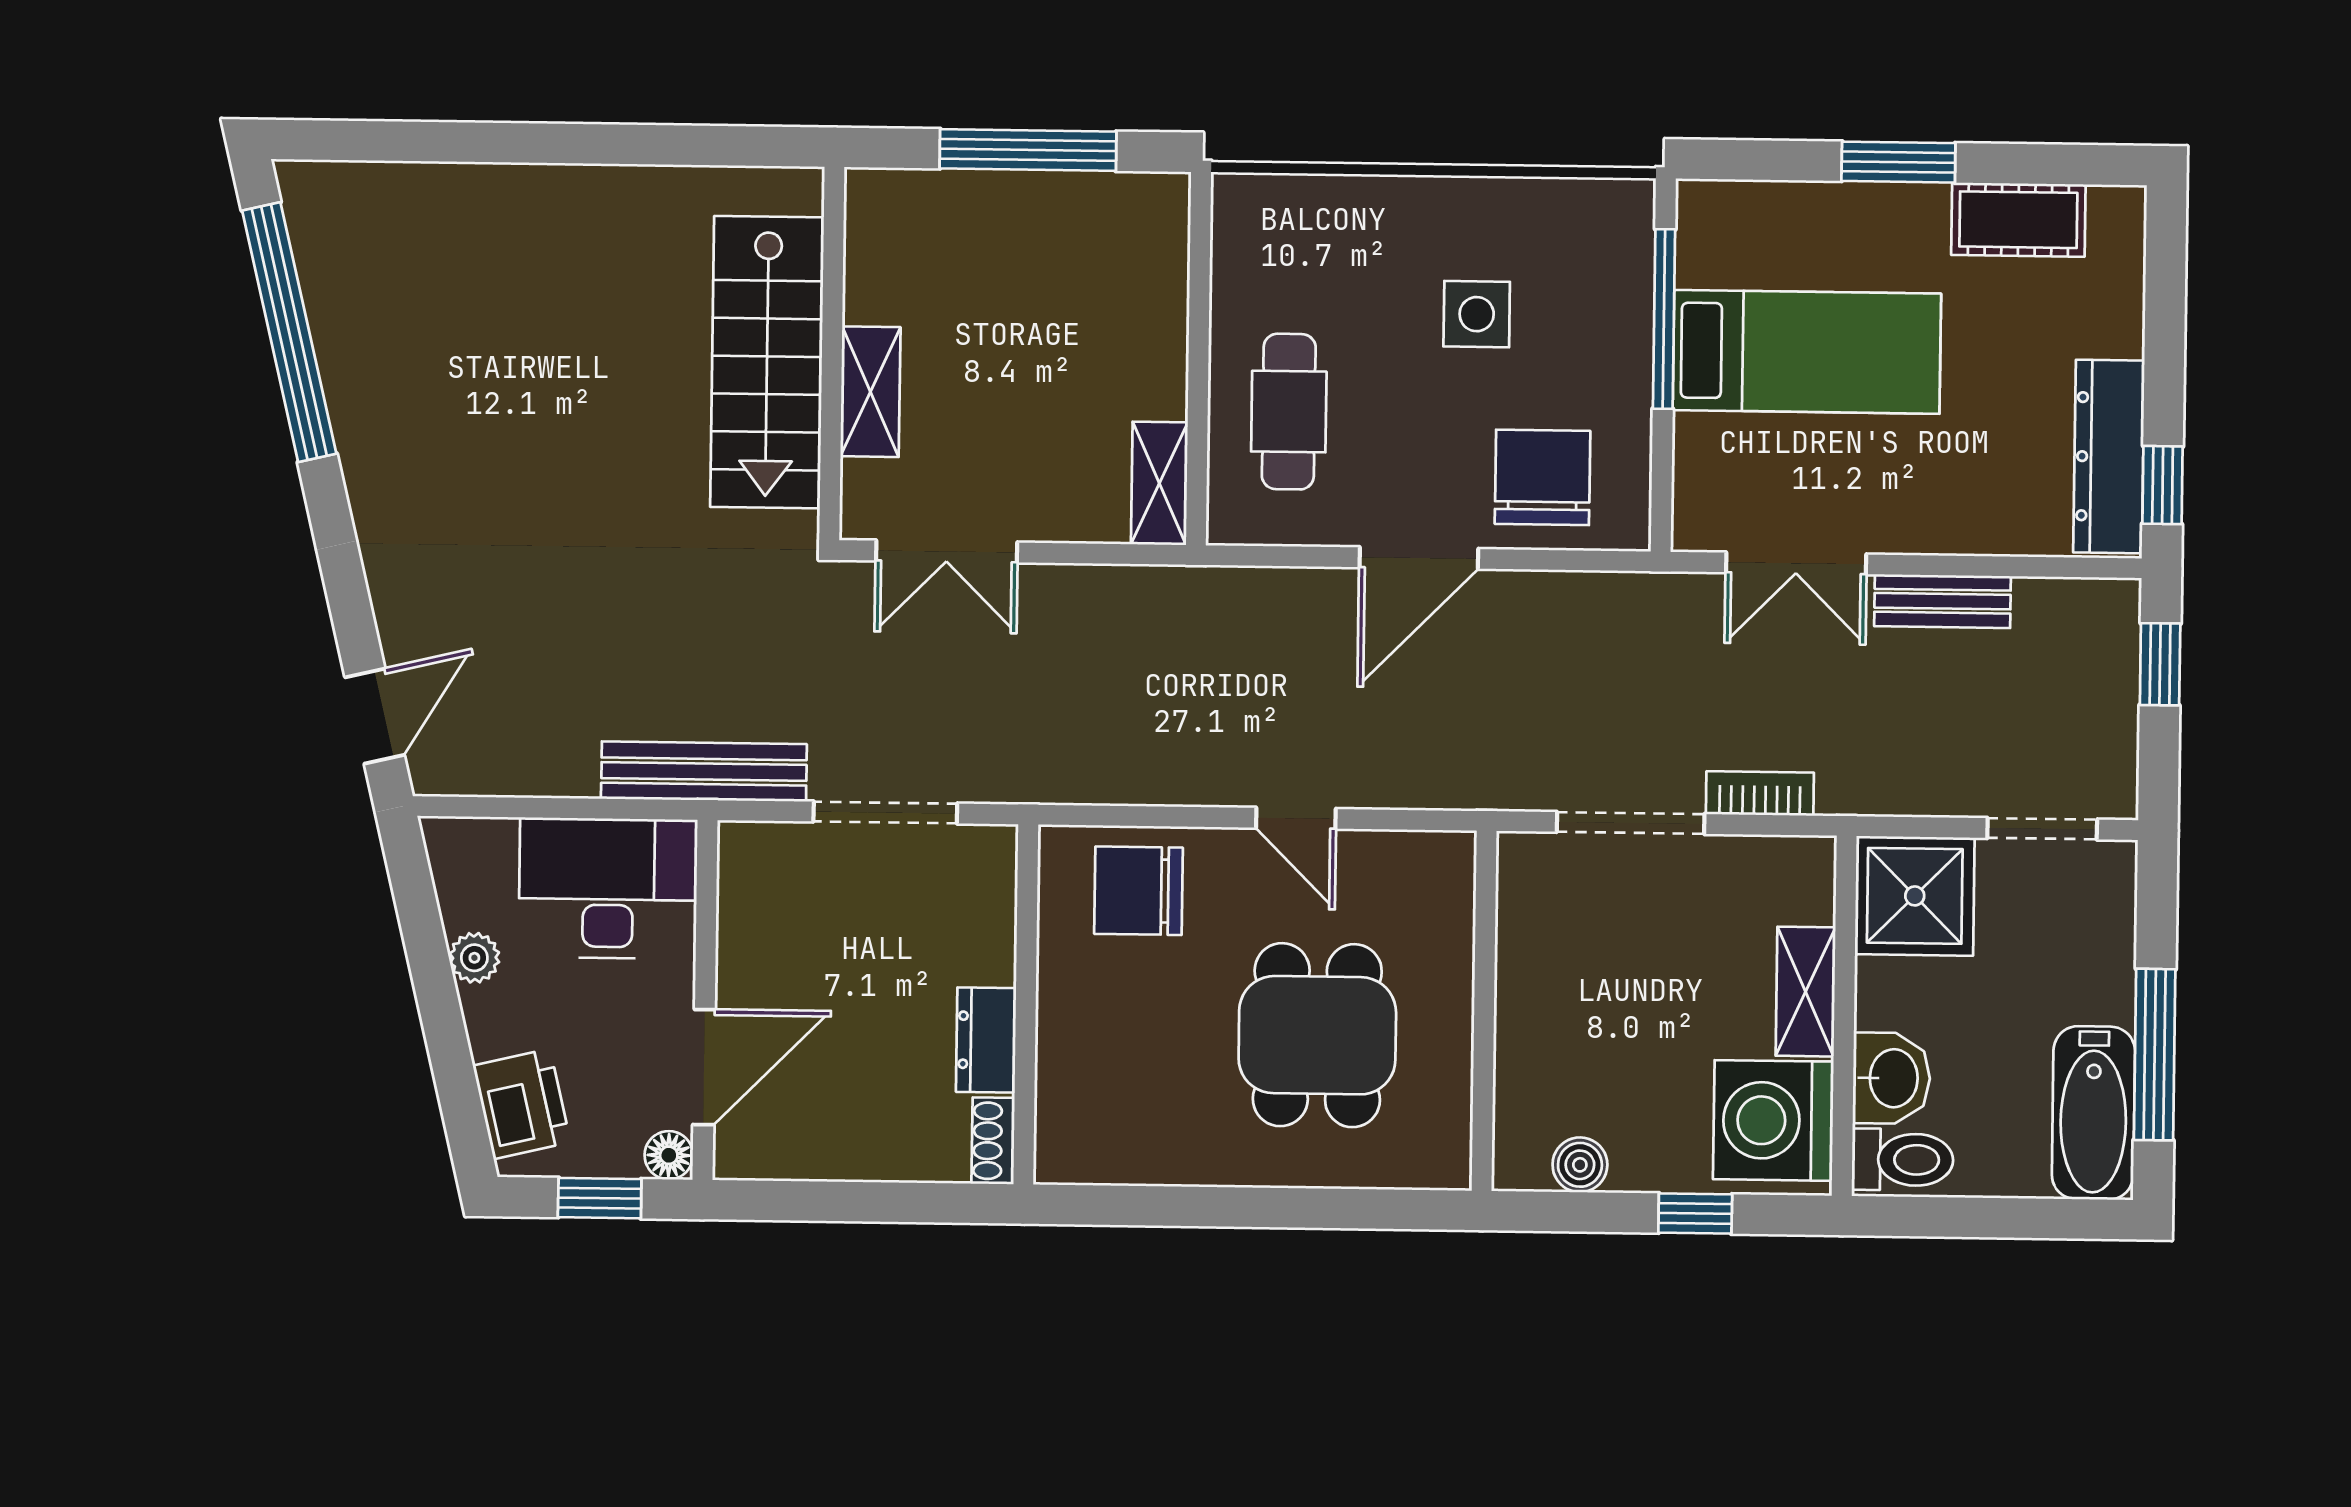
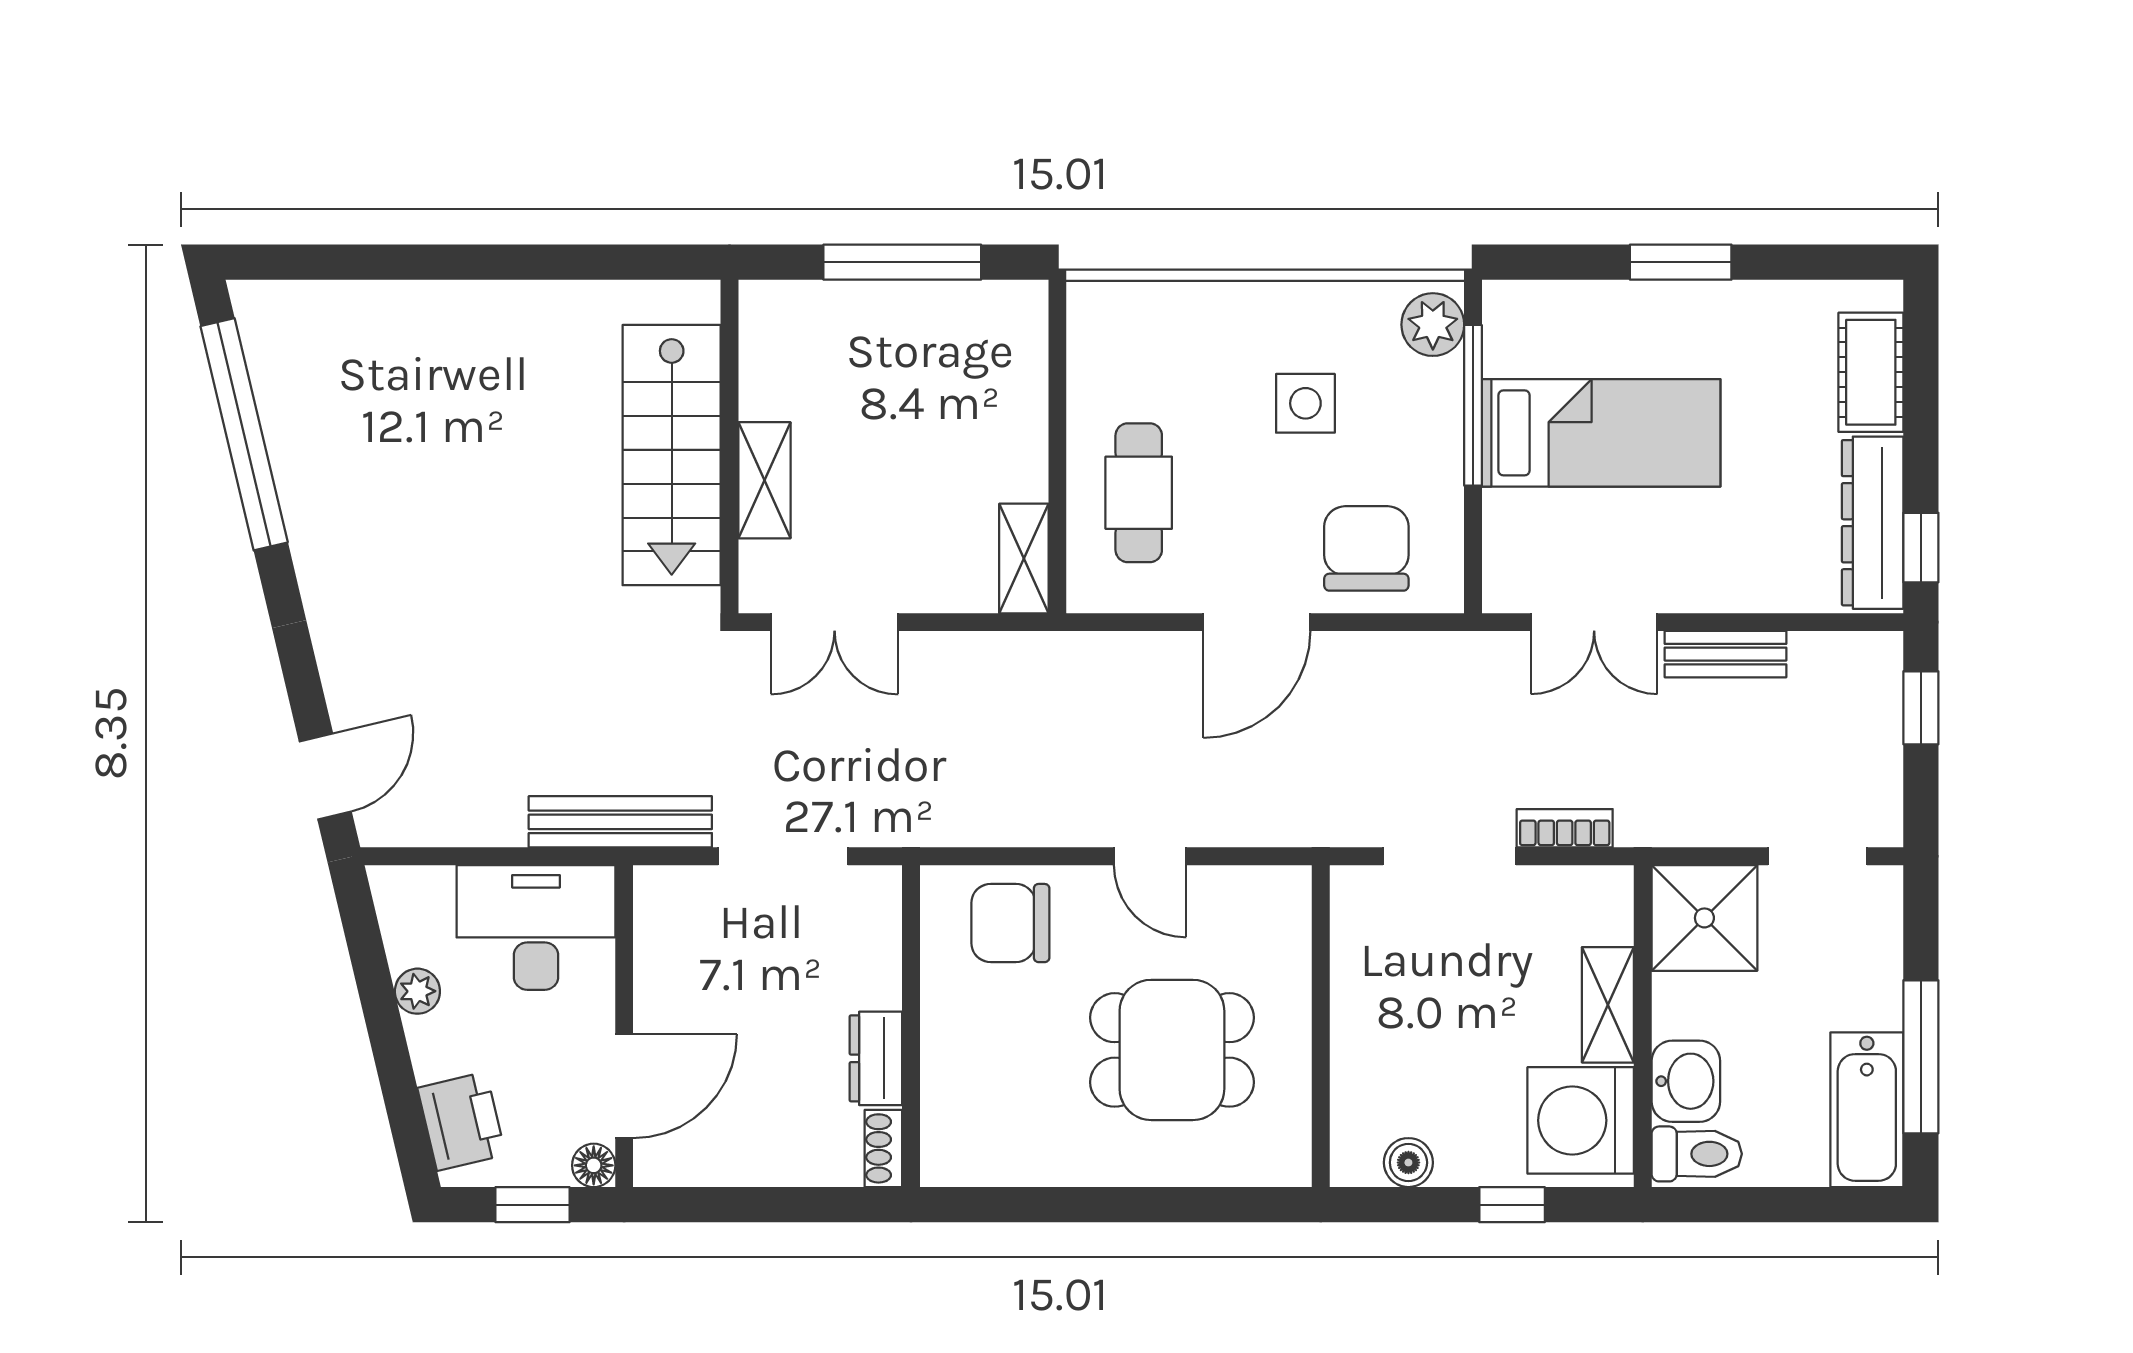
cot: (2018, 220) -> (1871, 372), moved, turned 90
plant: (1620, 228) -> (1433, 325), added
dining table: (1317, 1035) -> (1172, 1050), turned 90

